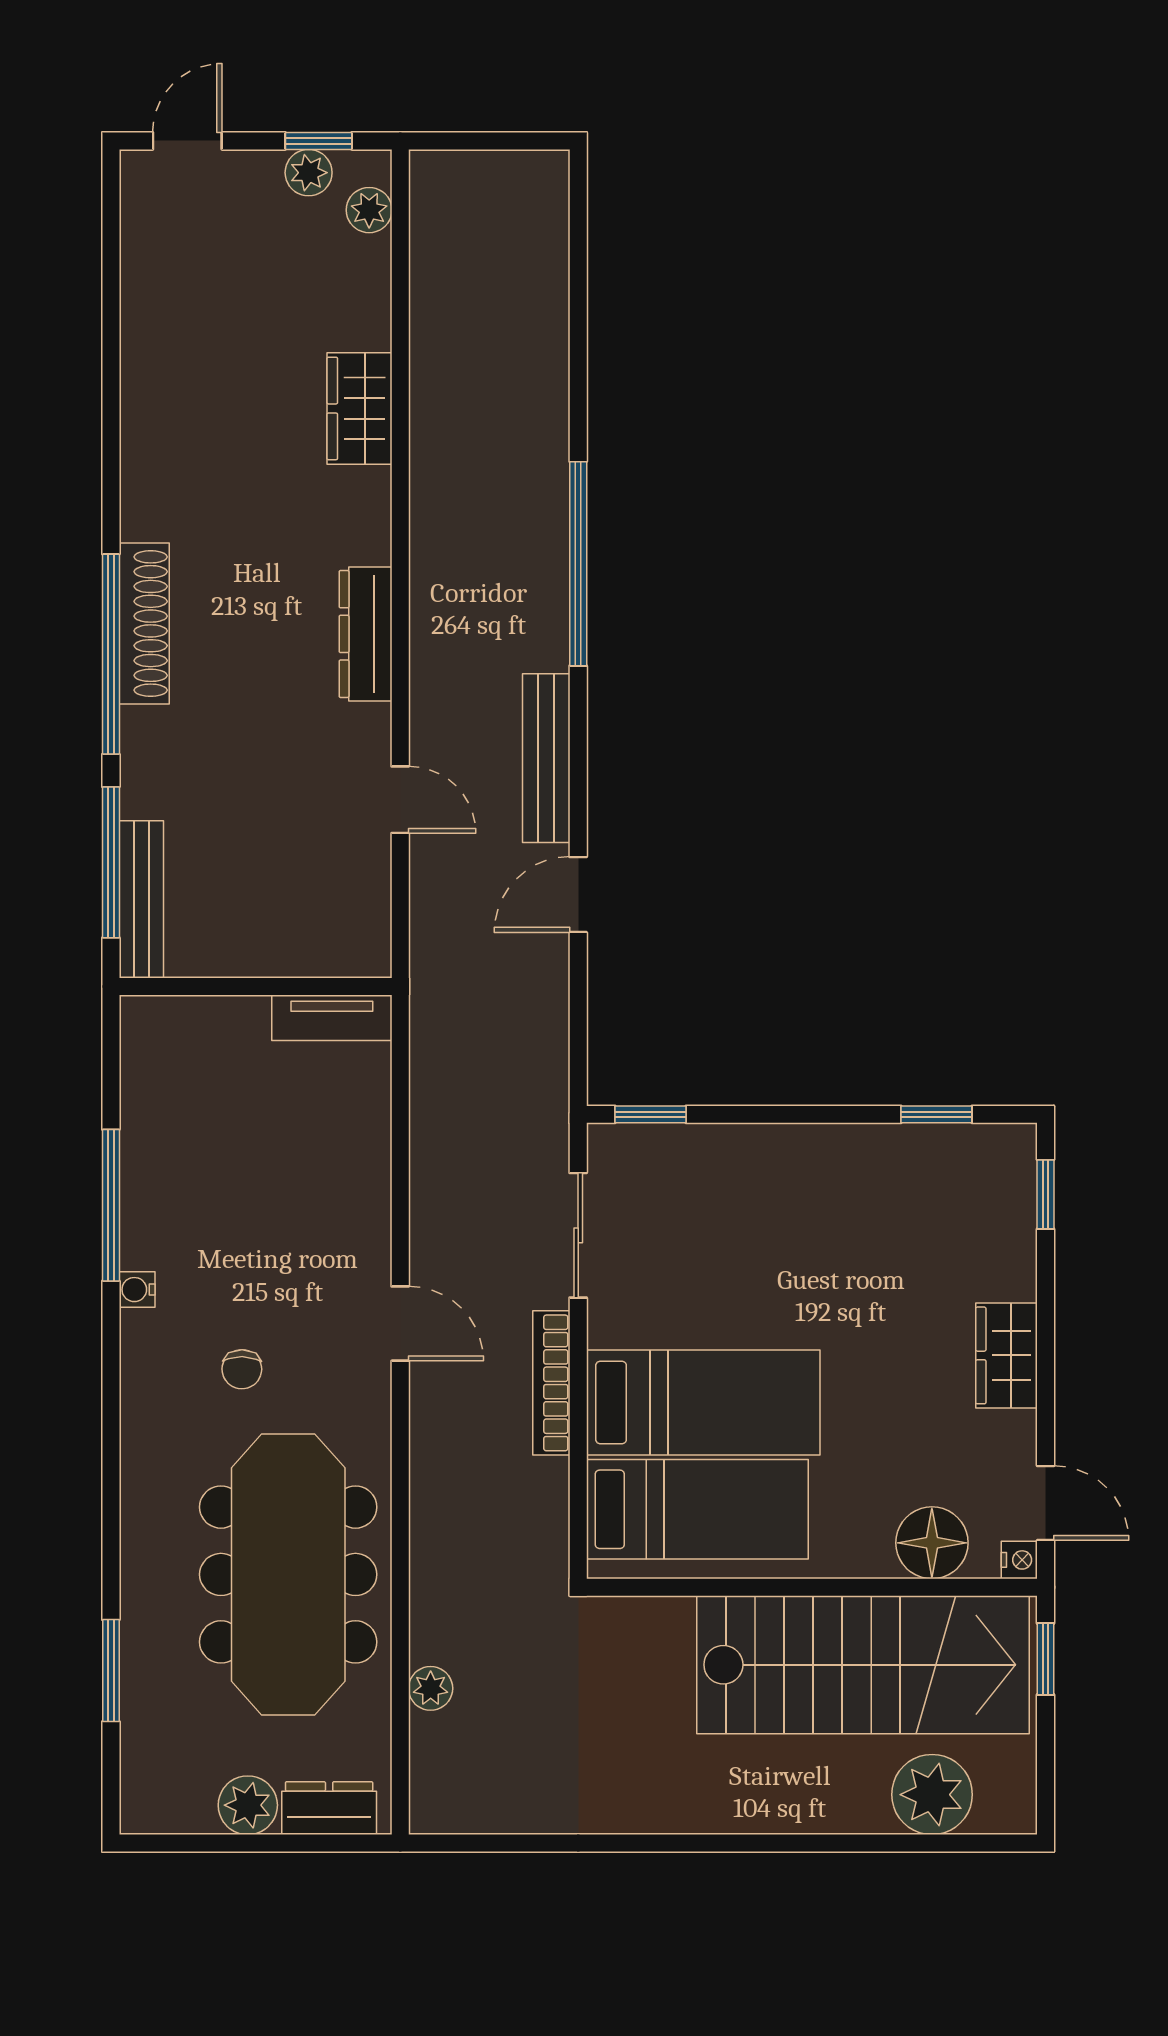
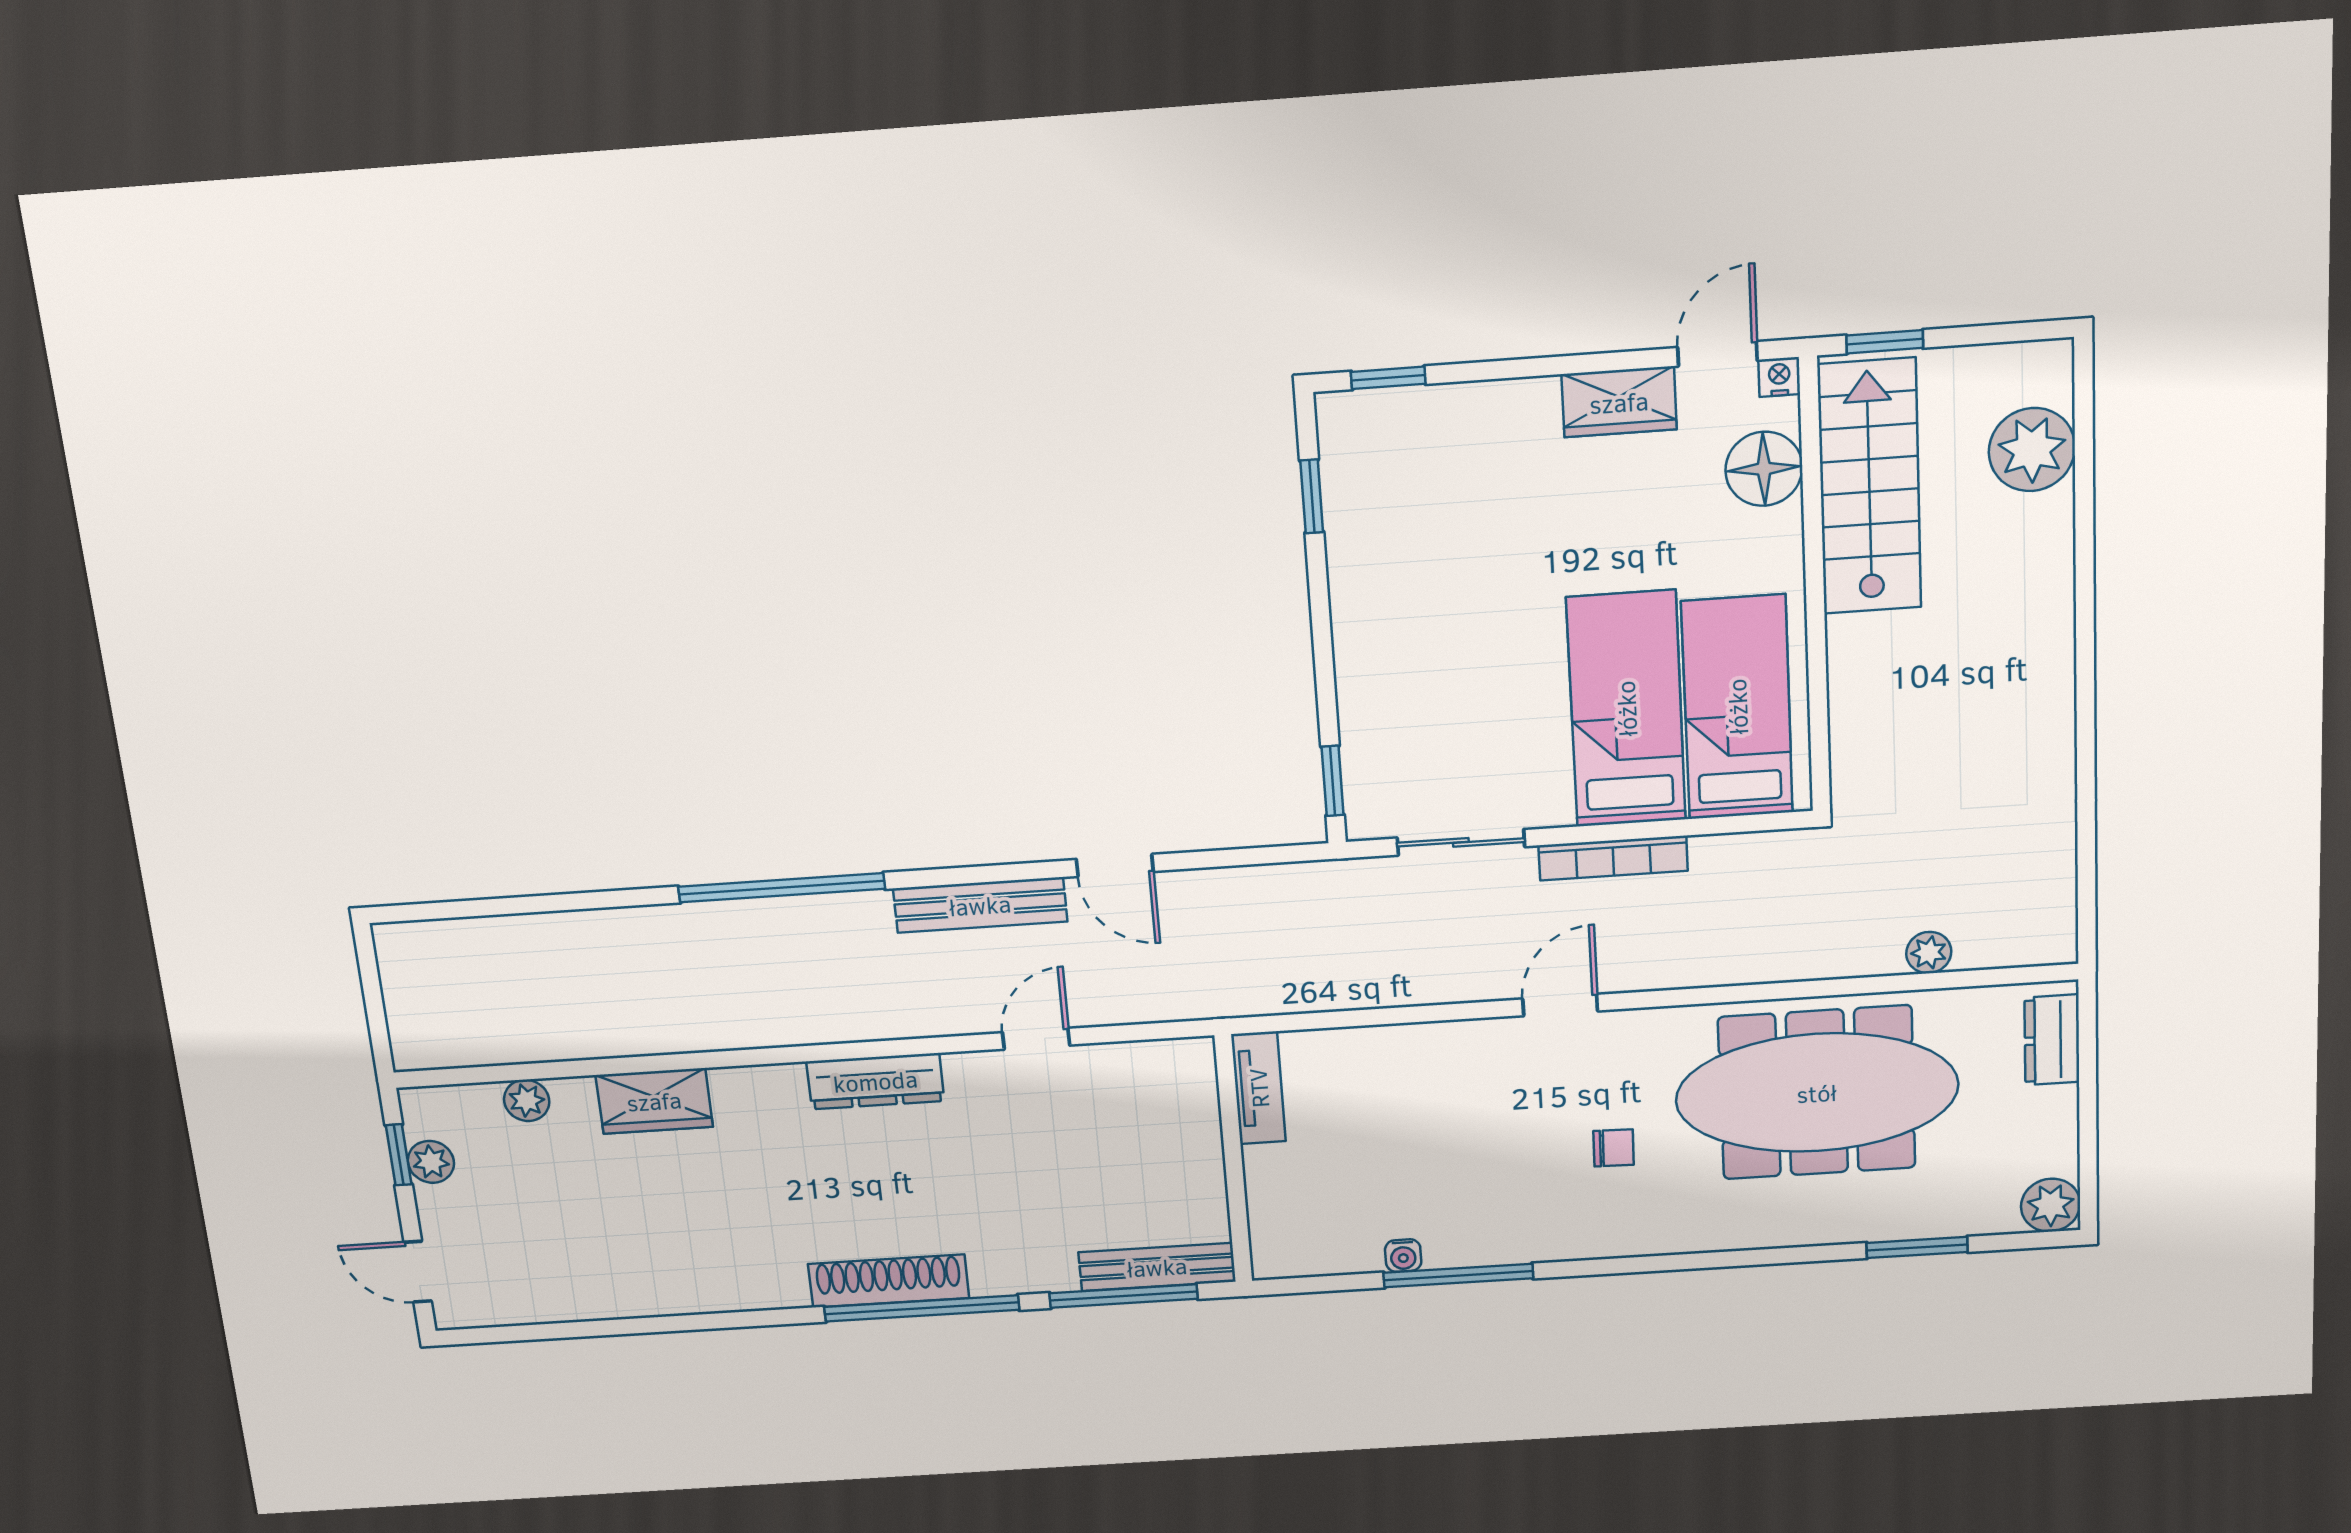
plant: (369, 210) -> (527, 1100), moved
water cooler: (137, 1290) -> (1403, 1256), moved
wardrobe: (1007, 1355) -> (1619, 402), moved
stairs: (863, 1665) -> (1869, 487), width x0.73, depth x0.66
plant: (248, 1805) -> (2051, 1205), moved

